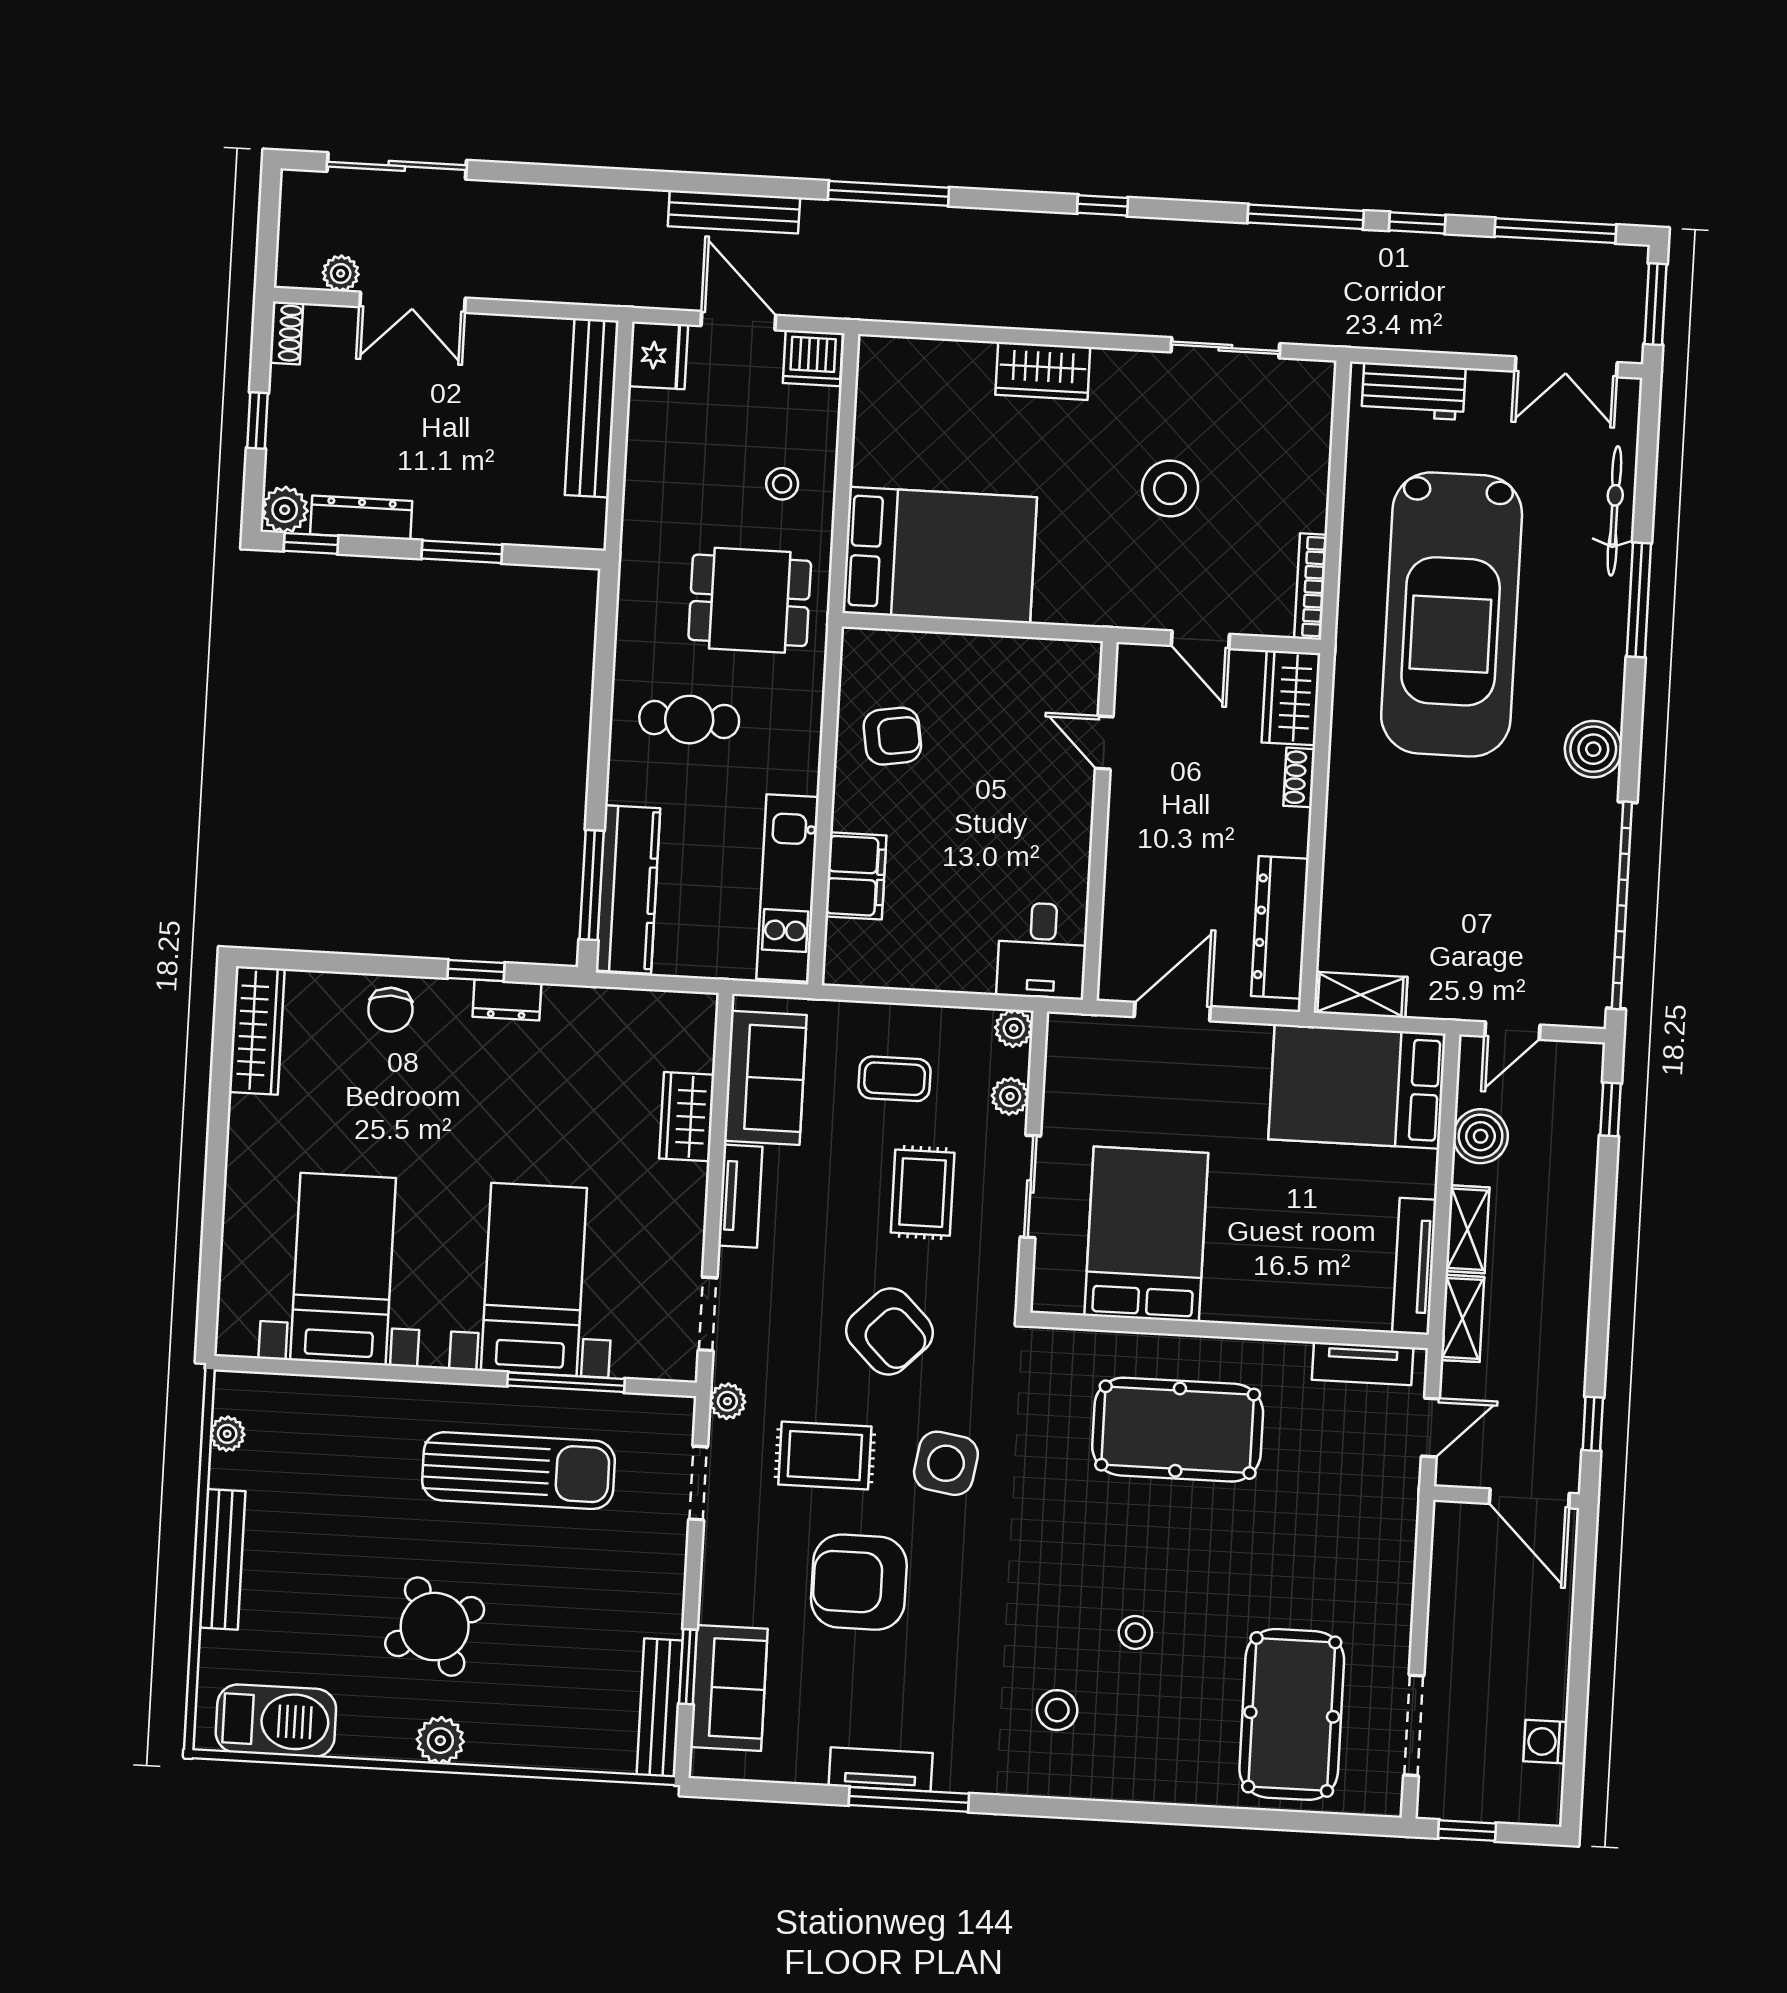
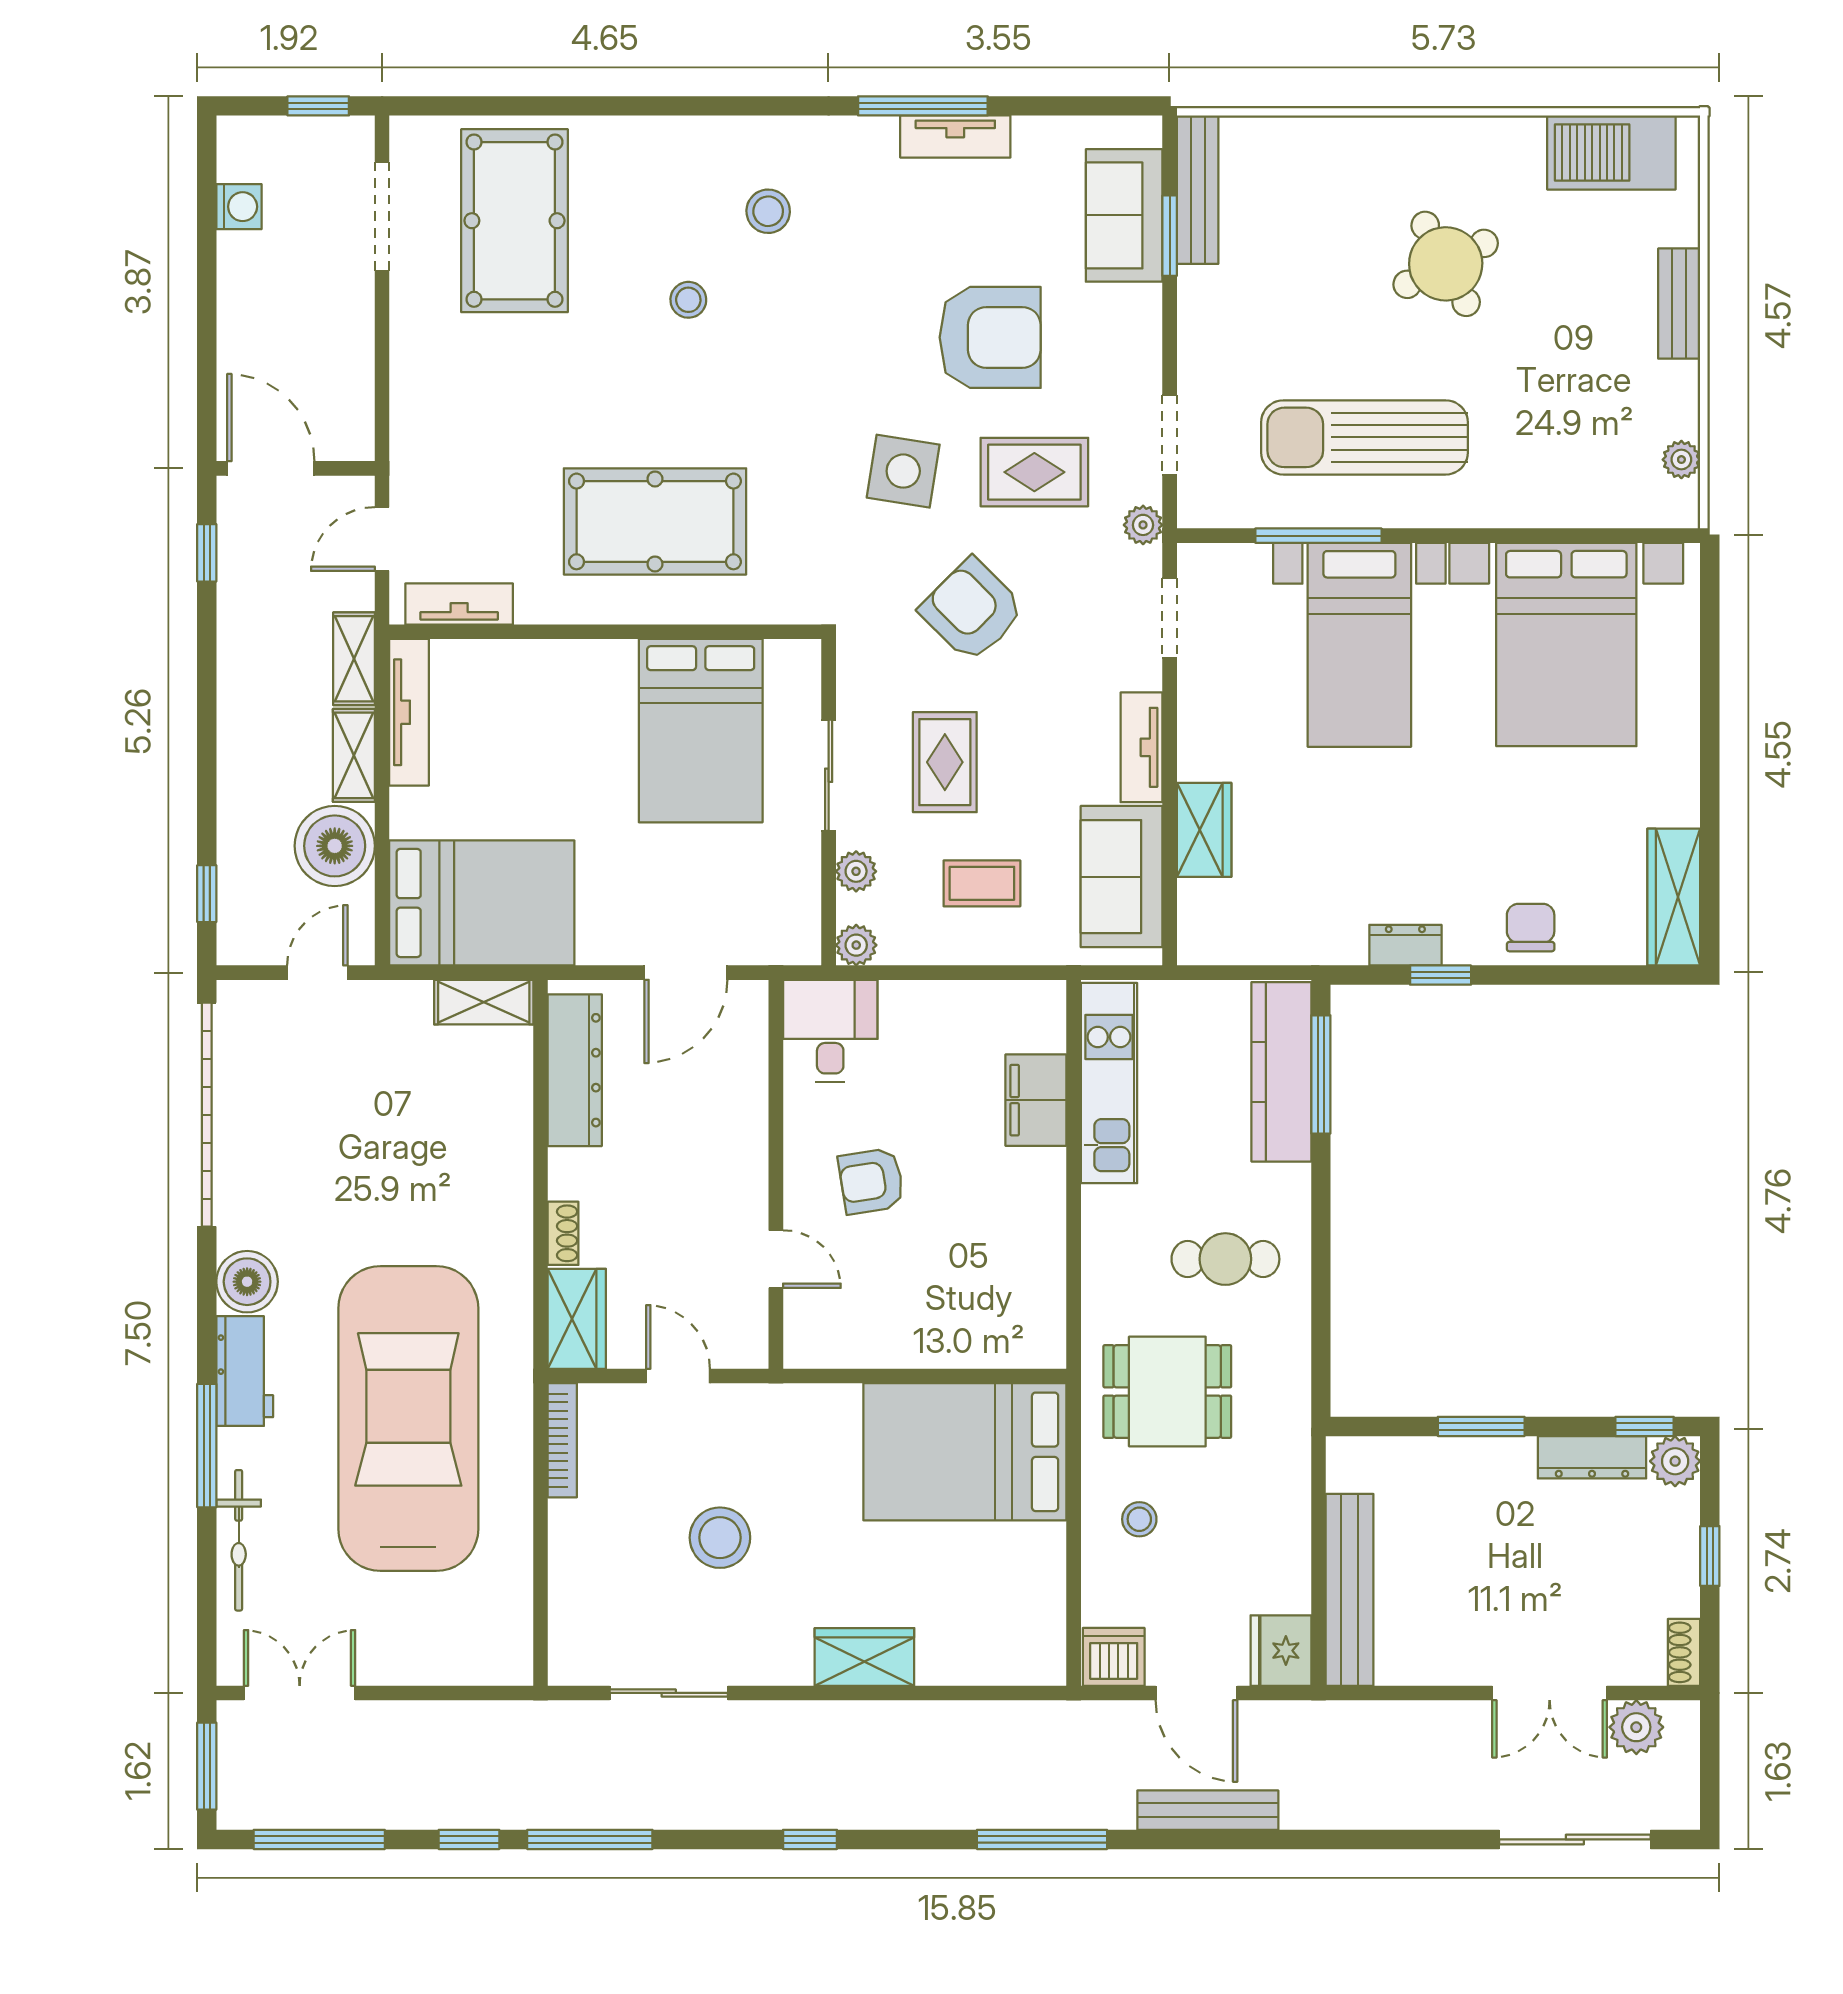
plant: (341, 273) -> (1636, 1727), width x1.38, depth x1.38
double door: (412, 302) -> (1550, 1693), swing flipped
workbench: (1413, 391) -> (245, 1371), moved, turned 90
armchair: (892, 736) -> (871, 1181), moved
boiler: (1481, 1136) -> (335, 846), width x1.37, depth x1.37
bed with nightstands: (343, 1269) -> (1566, 645), width x1.36
bench: (222, 1559) -> (1679, 304), width x0.73
plant: (440, 1741) -> (1433, 141), removed

